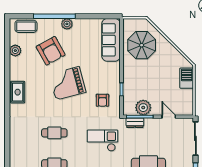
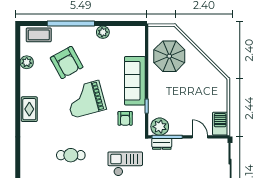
plant: (67, 24) -> (103, 32), moved
sofa: (111, 40) -> (135, 81), moved
barbecue: (187, 78) -> (220, 124), moved
plant: (143, 108) -> (160, 127), moved

